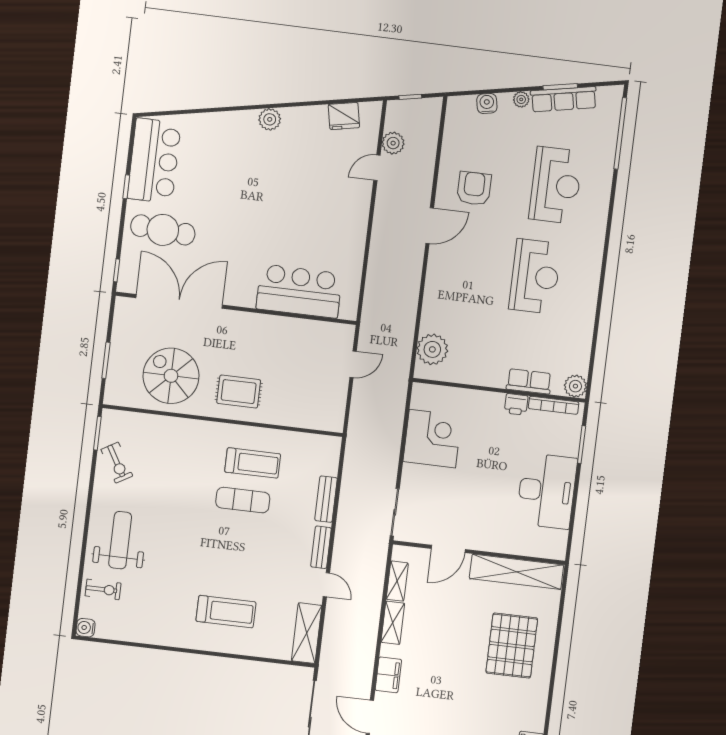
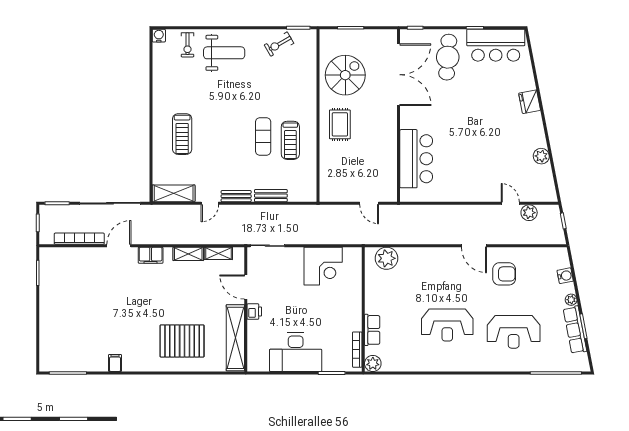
fridge: (344, 116) -> (530, 102), moved
plant: (270, 119) -> (541, 156), moved
printer: (516, 404) -> (254, 312), moved, turned 180

